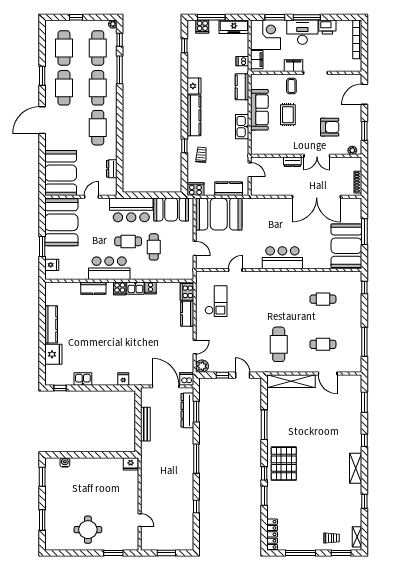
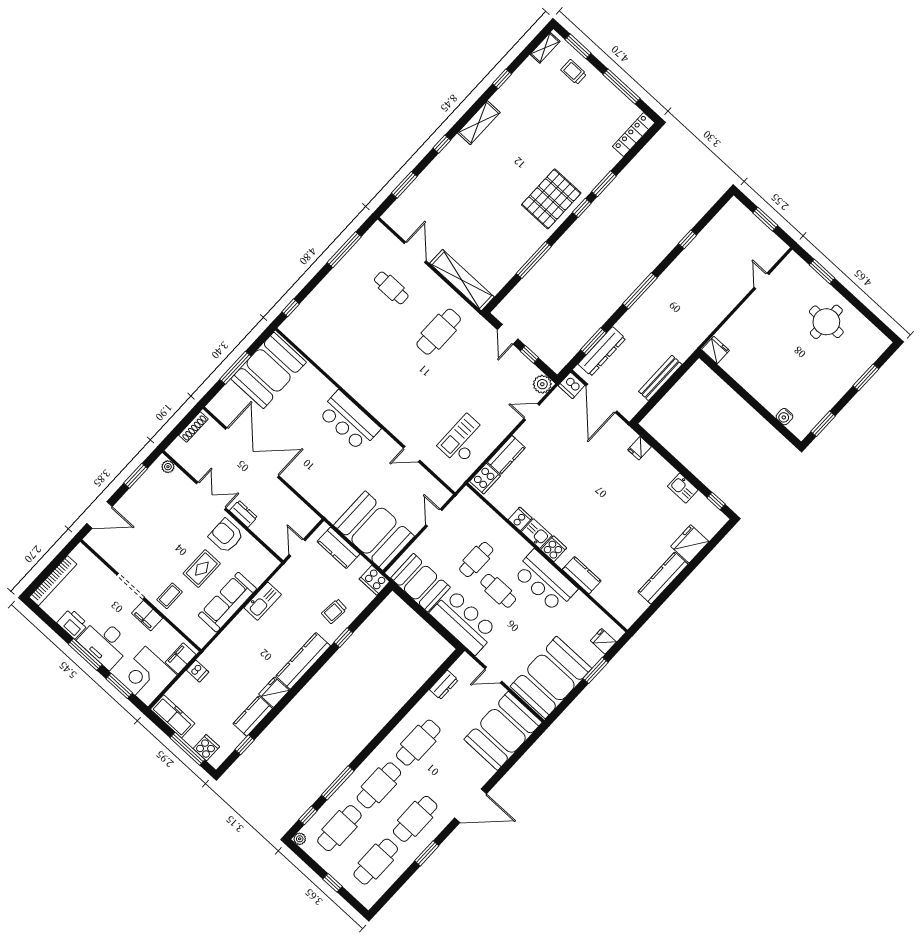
kitchen counter: (242, 87) -> (253, 716), moved, turned 180
armchair: (330, 127) -> (226, 536), moved
cafe table: (323, 299) -> (347, 336), removed

